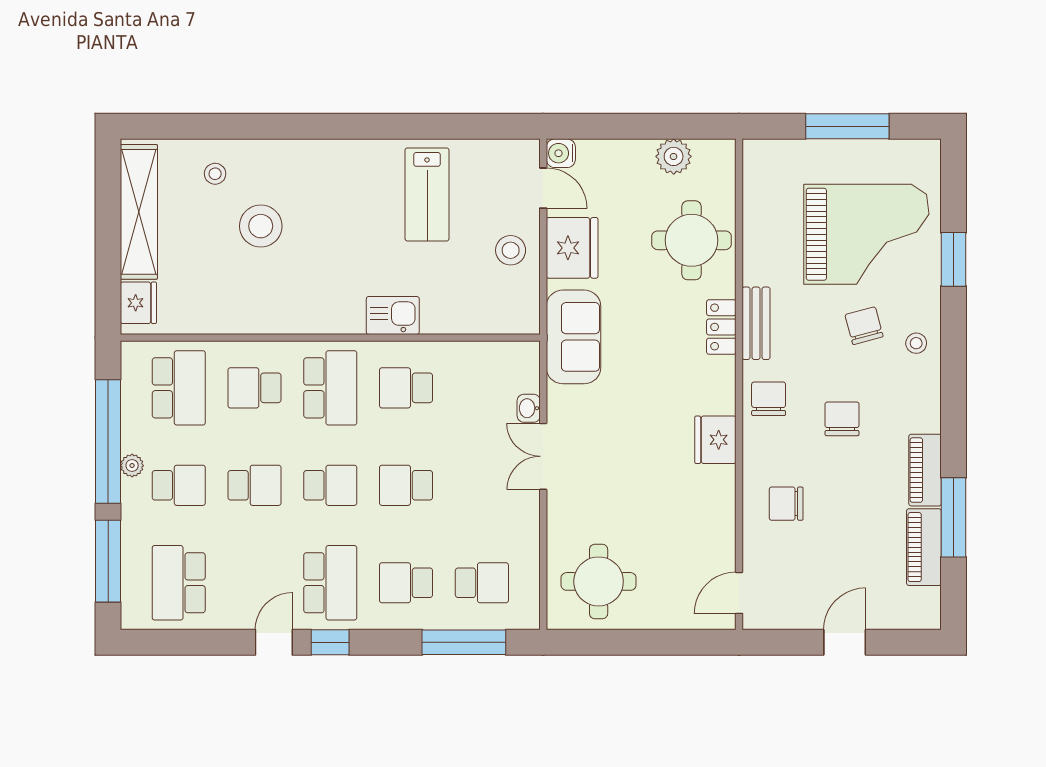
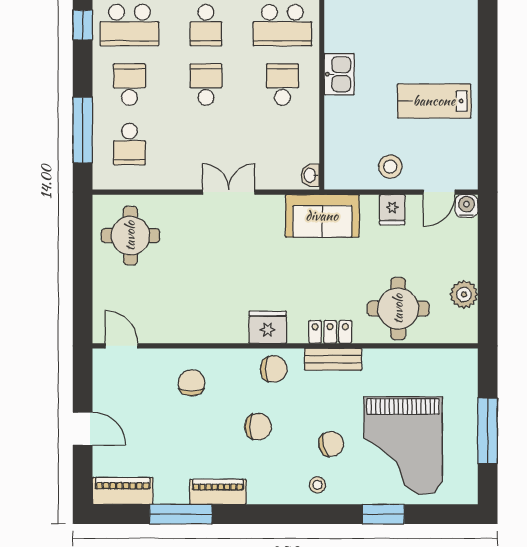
fridge: (572, 248) -> (392, 210), width x0.53, depth x0.75
washbasin: (529, 408) -> (310, 175), moved, turned -90
fridge: (715, 440) -> (268, 327), moved
piano: (924, 547) -> (123, 491), moved

